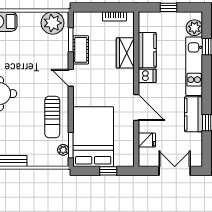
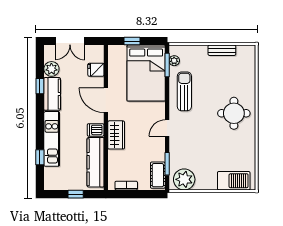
plant: (194, 28) -> (51, 69), moved
cot: (81, 50) -> (158, 175), moved
kitchen counter: (147, 50) -> (96, 162), width x1.50
wardrobe: (125, 53) -> (116, 135), moved
door: (71, 78) -> (167, 128), swing flipped

